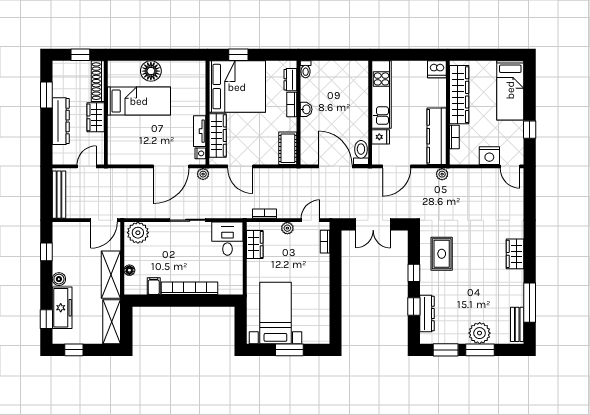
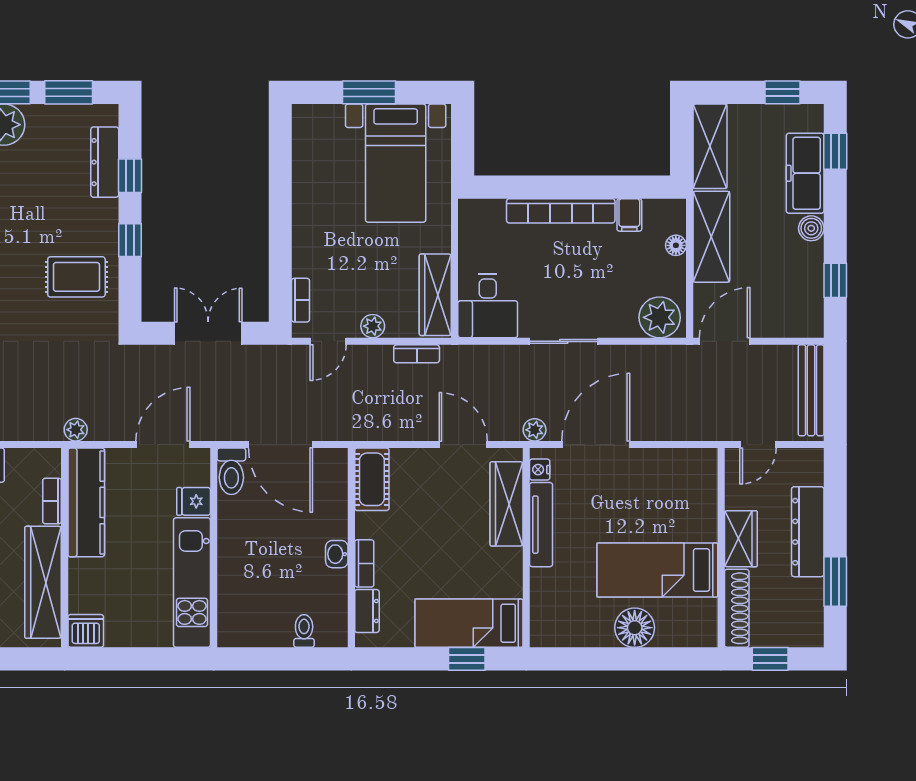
toilet: (306, 69) -> (304, 631), moved
bed: (237, 87) -> (469, 623), width x0.49
tv unit: (200, 131) -> (541, 525), width x1.41
wardrobe: (255, 244) -> (435, 295), width x1.50
rug: (442, 254) -> (76, 277), turned 90

